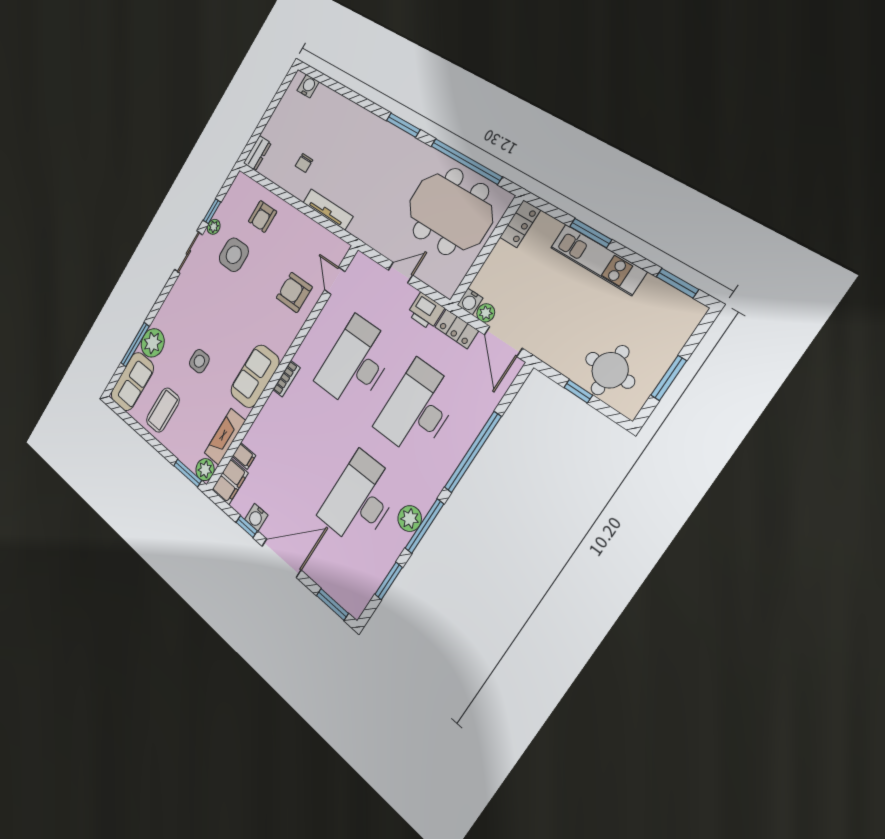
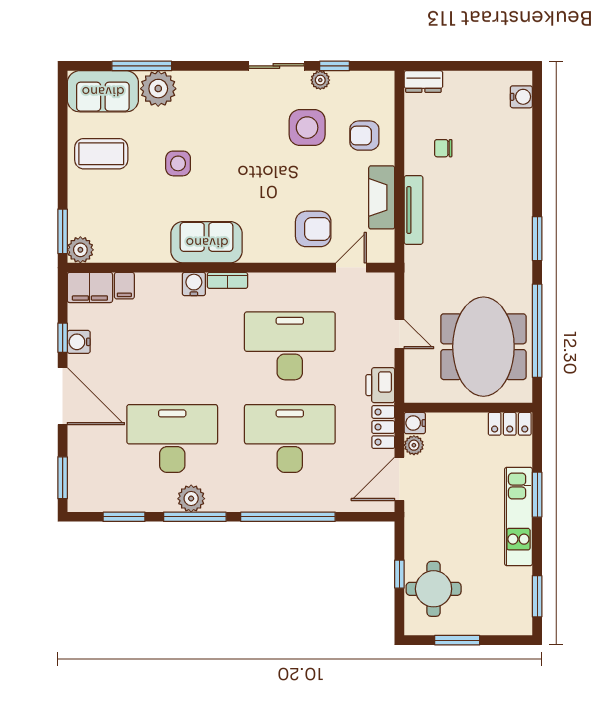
armchair: (294, 292) -> (313, 229), turned 90
water cooler: (274, 405) -> (194, 284), added
fireplace: (225, 437) -> (382, 197), moved, turned -90

